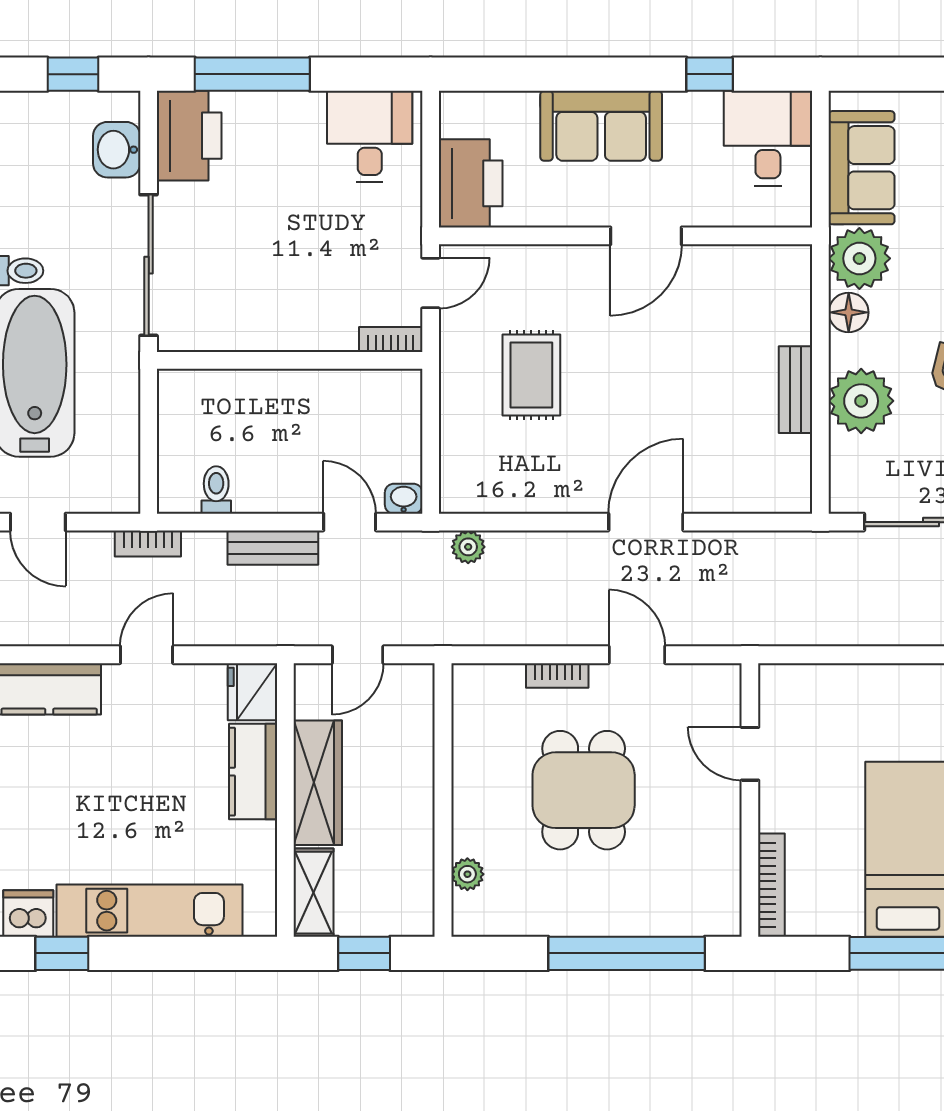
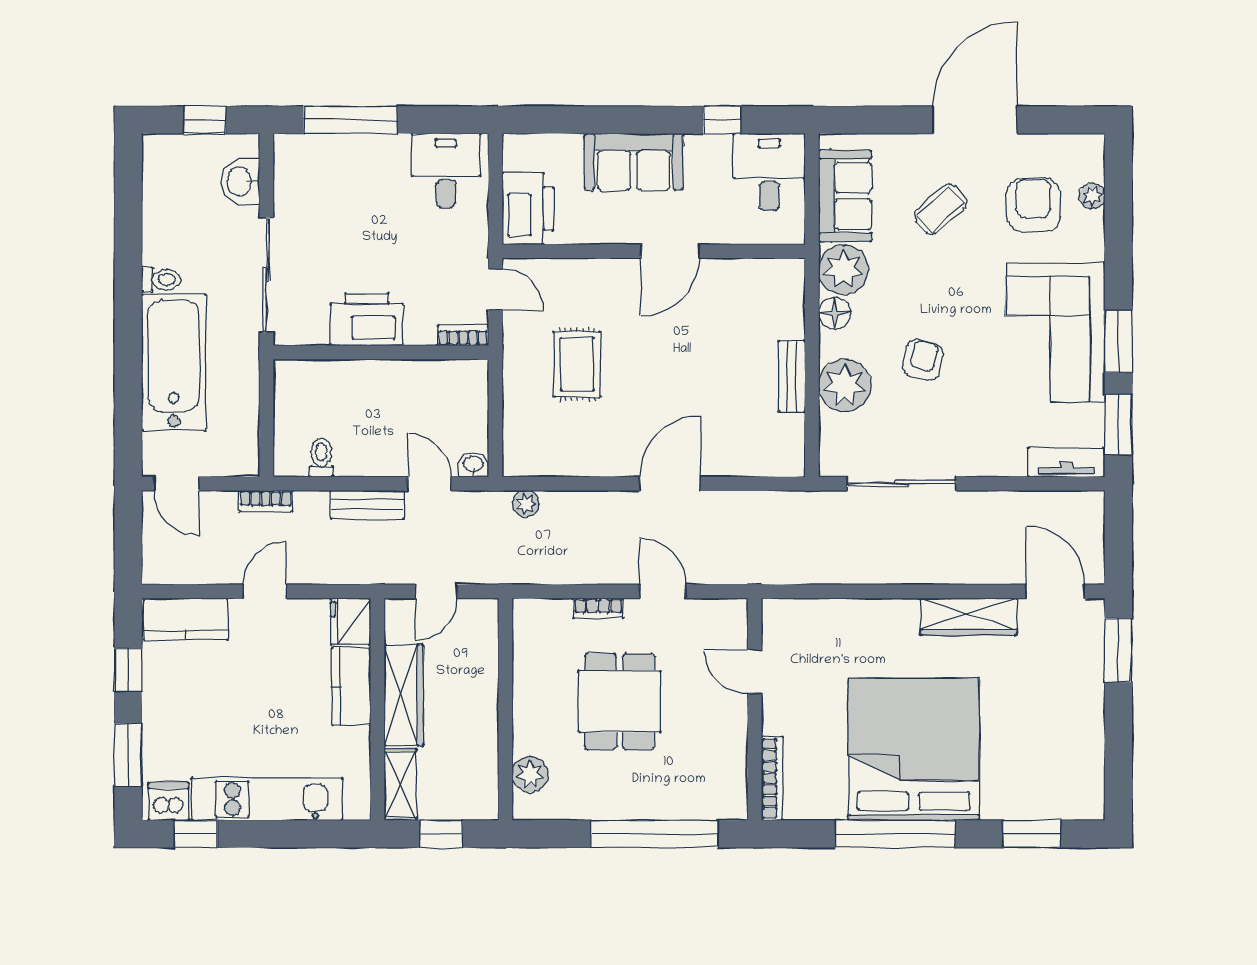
printer: (189, 136) -> (367, 319), moved, turned -90
door: (431, 283) -> (495, 289), hinge flipped
plant: (467, 874) -> (530, 774), width x1.38, depth x1.38

